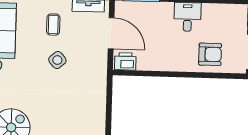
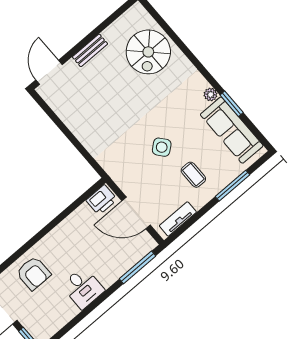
armchair: (210, 54) -> (33, 273), turned -90

